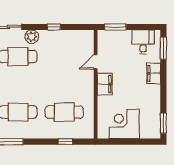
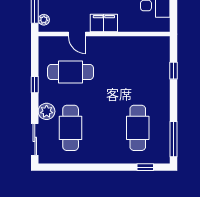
plant: (107, 34) -> (44, 20), added
cafe table: (64, 112) -> (71, 72), moved, turned 90

